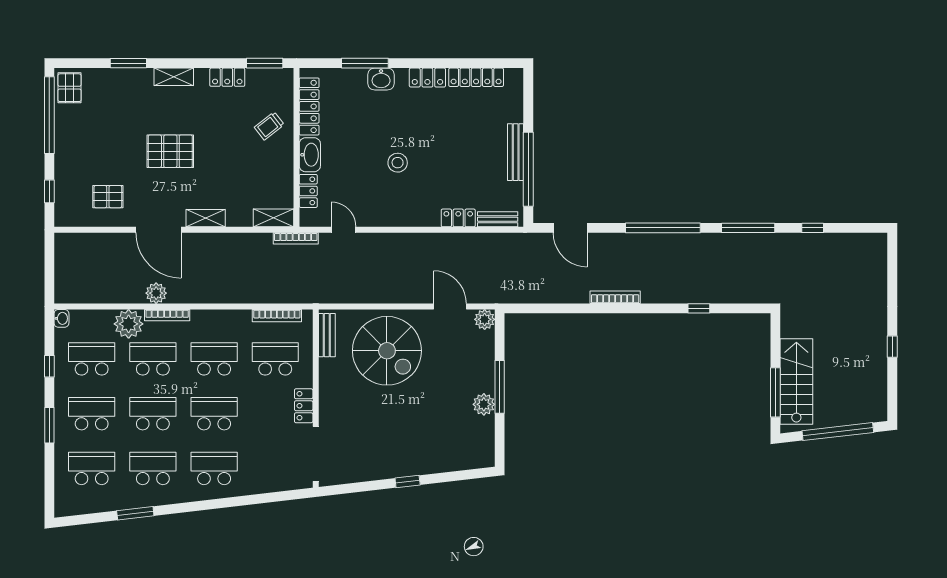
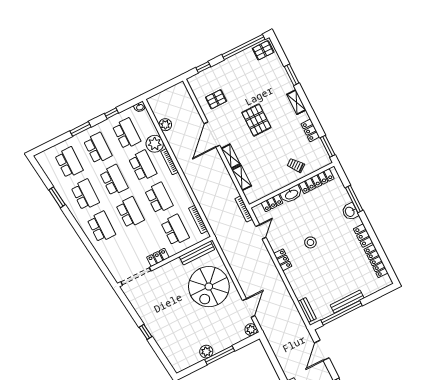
pallet: (108, 197) -> (216, 99), turned 90
shelving: (273, 218) -> (242, 178), moved
locker: (458, 218) -> (283, 260), moved
plant: (156, 293) -> (165, 125), moved
bench: (327, 335) -> (197, 253), width x1.36

